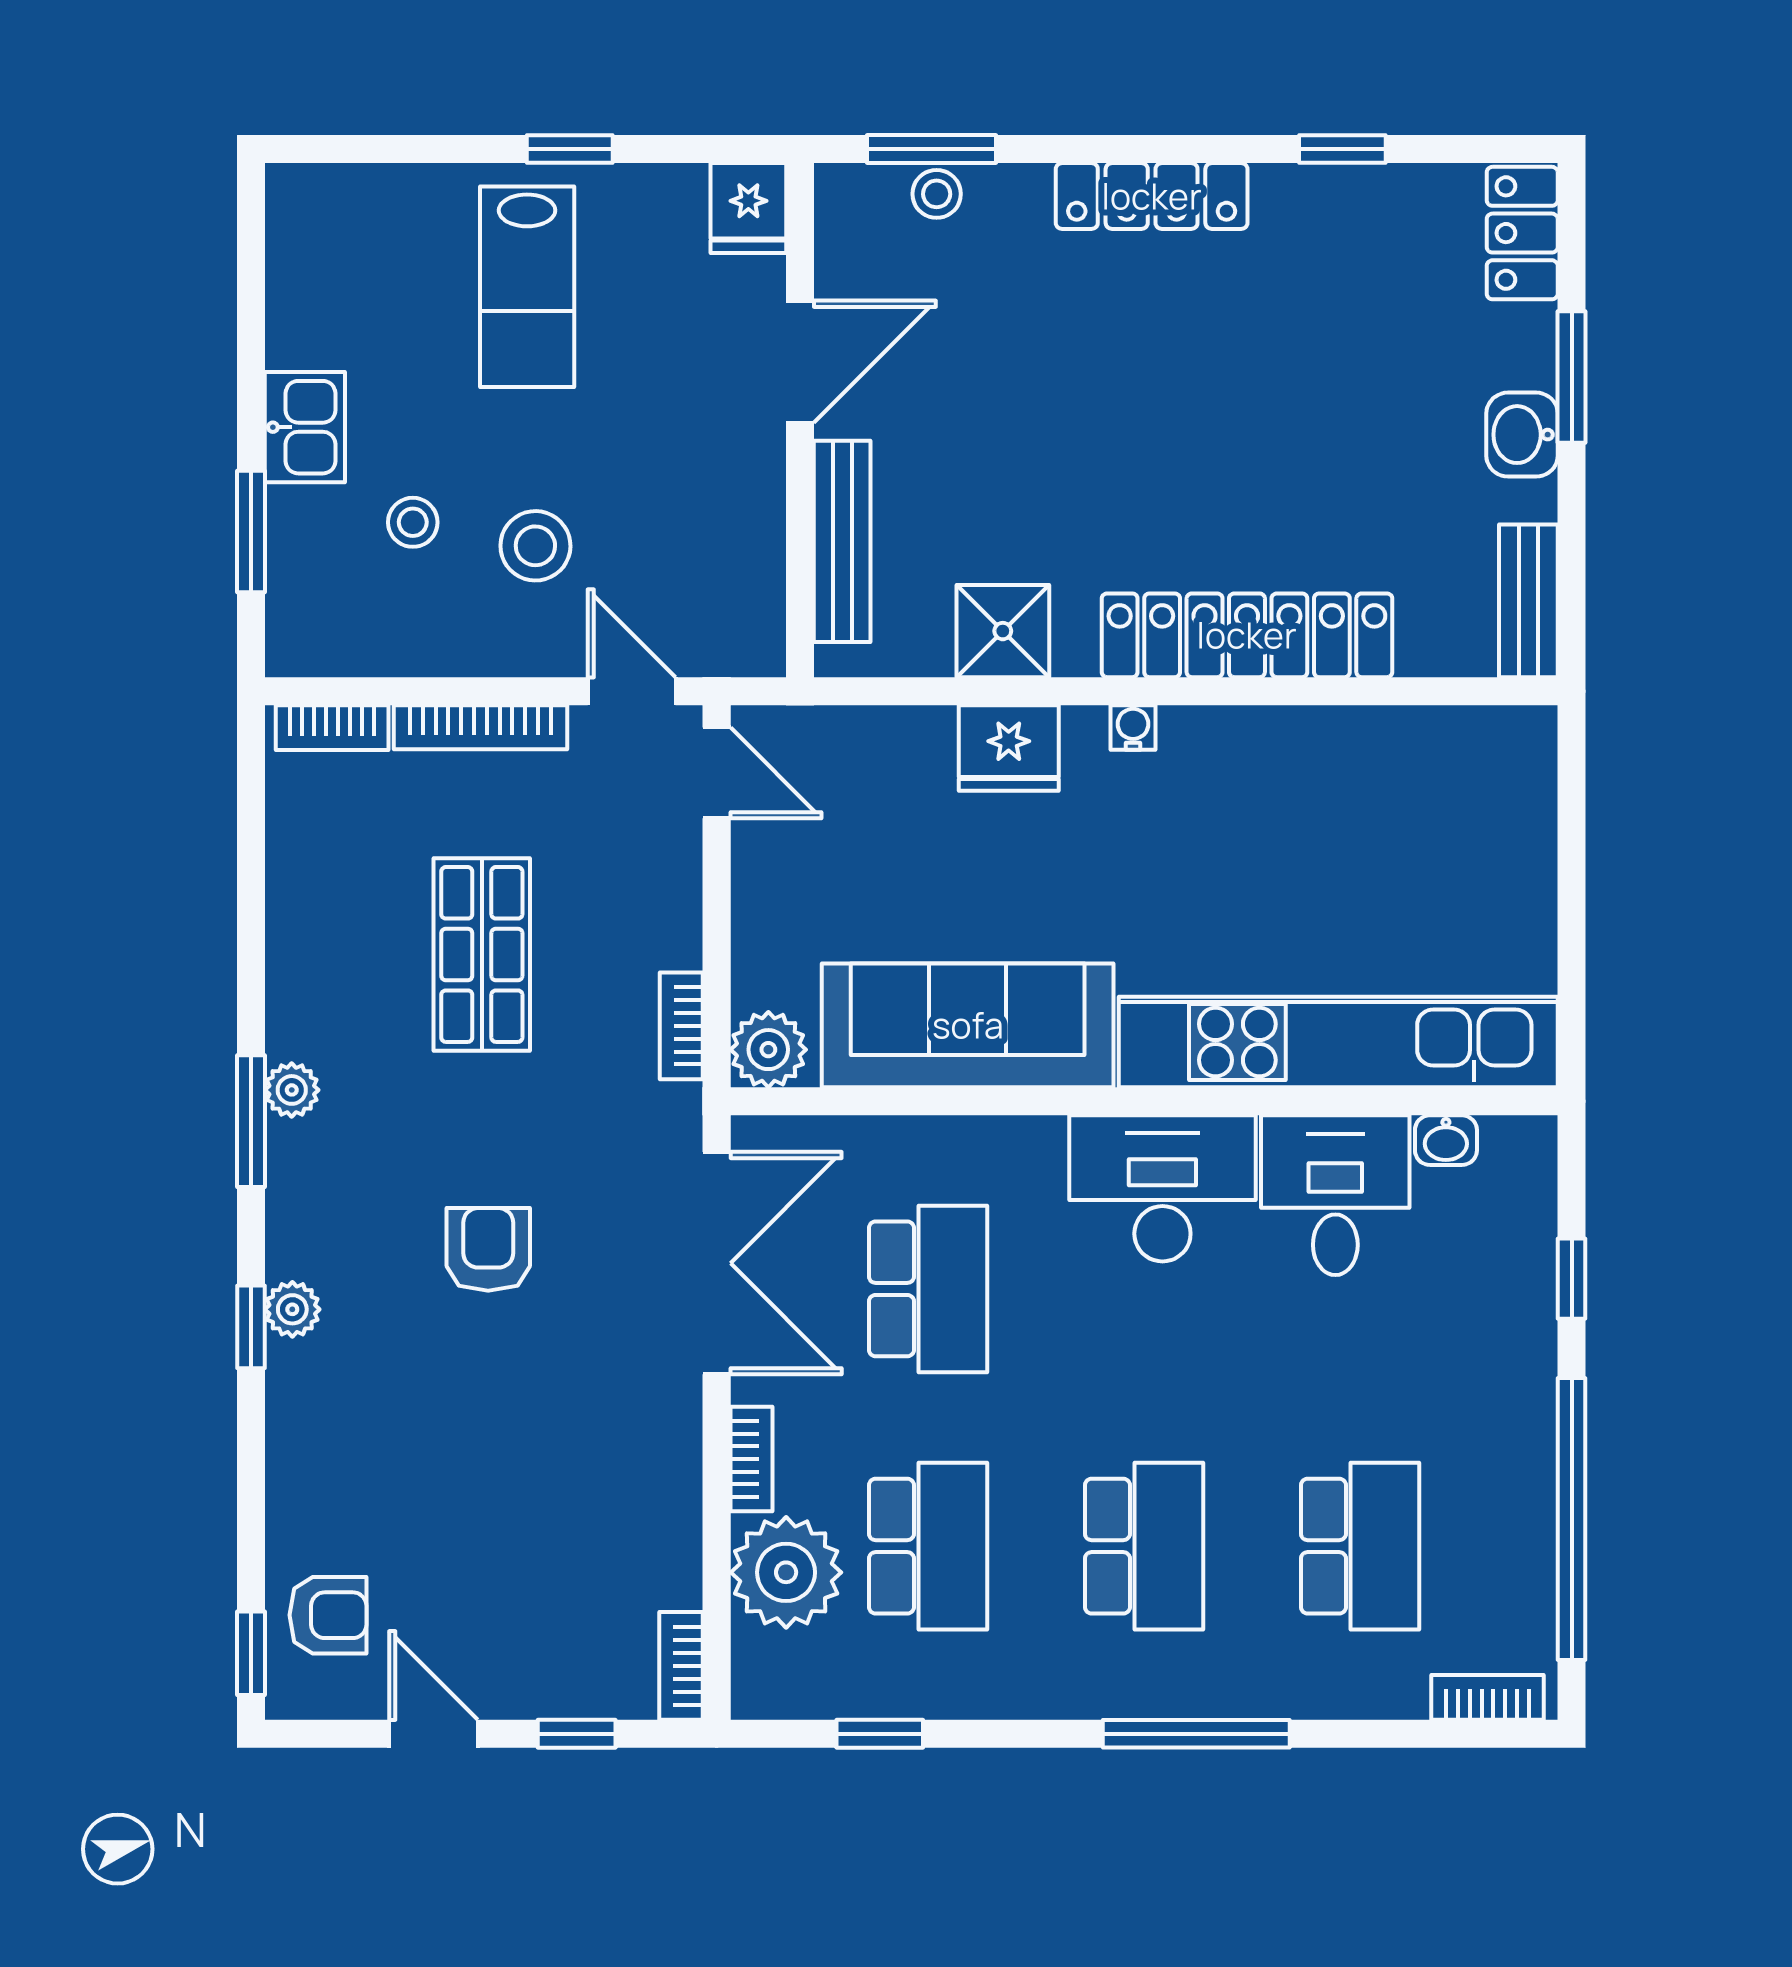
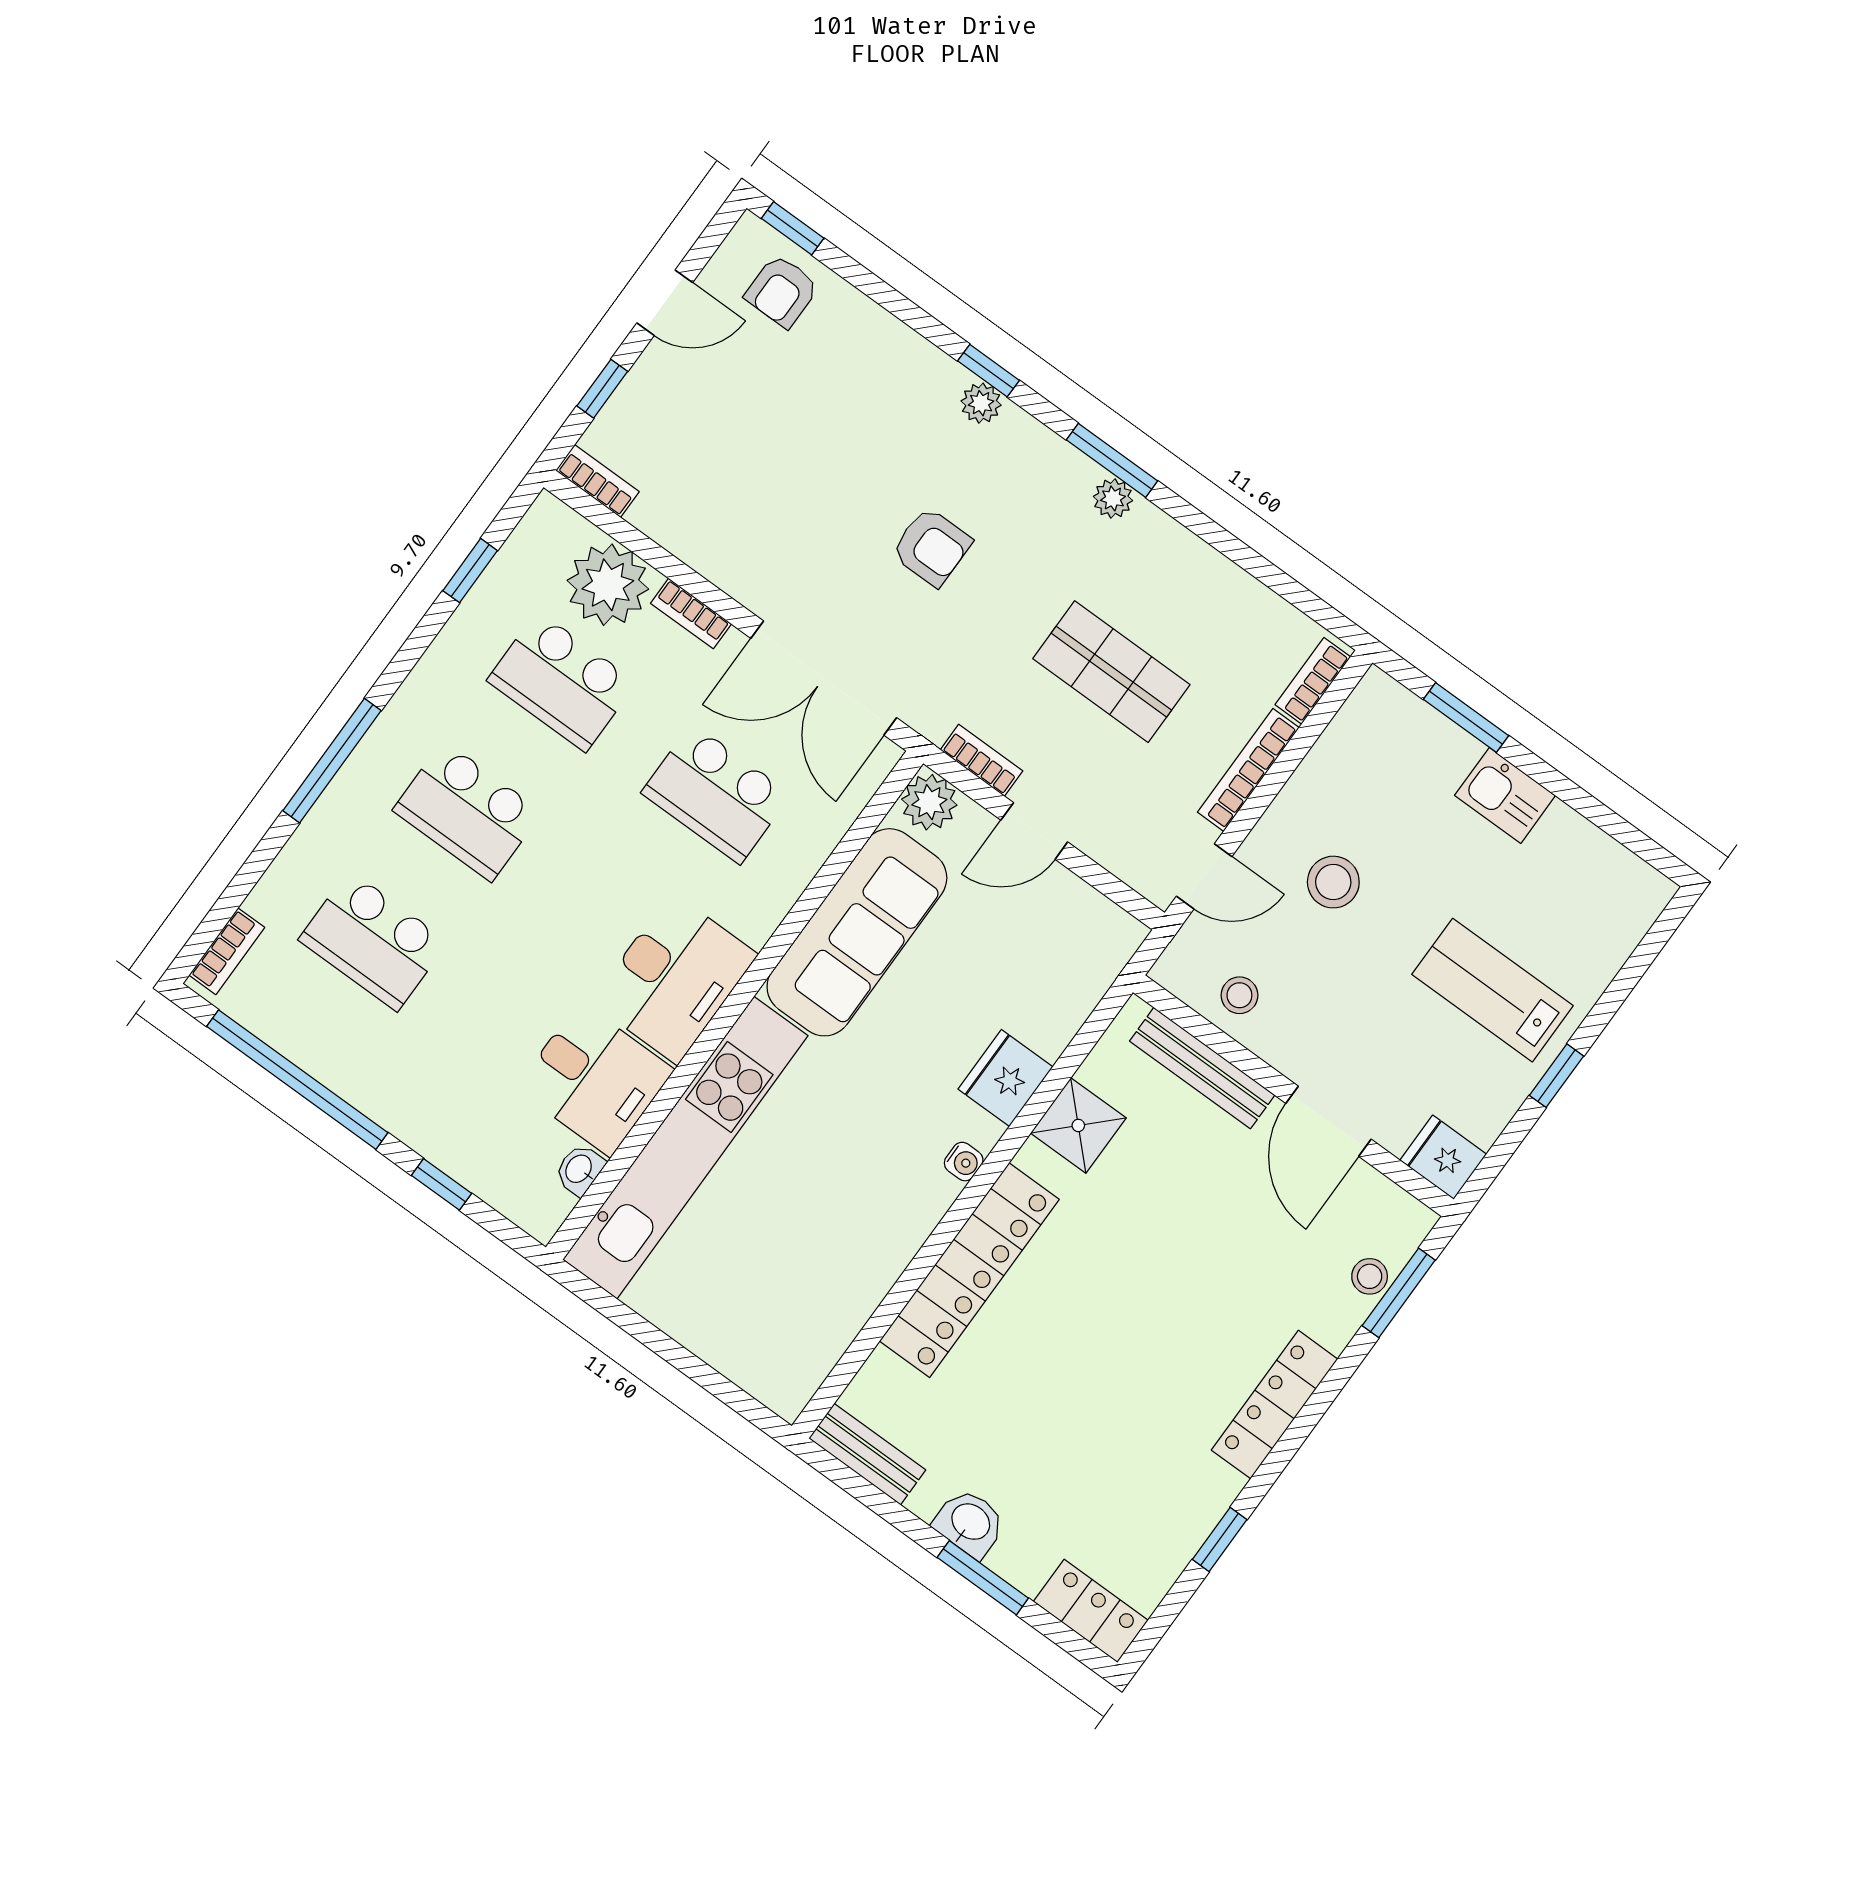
stool: (413, 522) -> (1239, 995), moved
door: (717, 773) -> (1034, 831), moved

